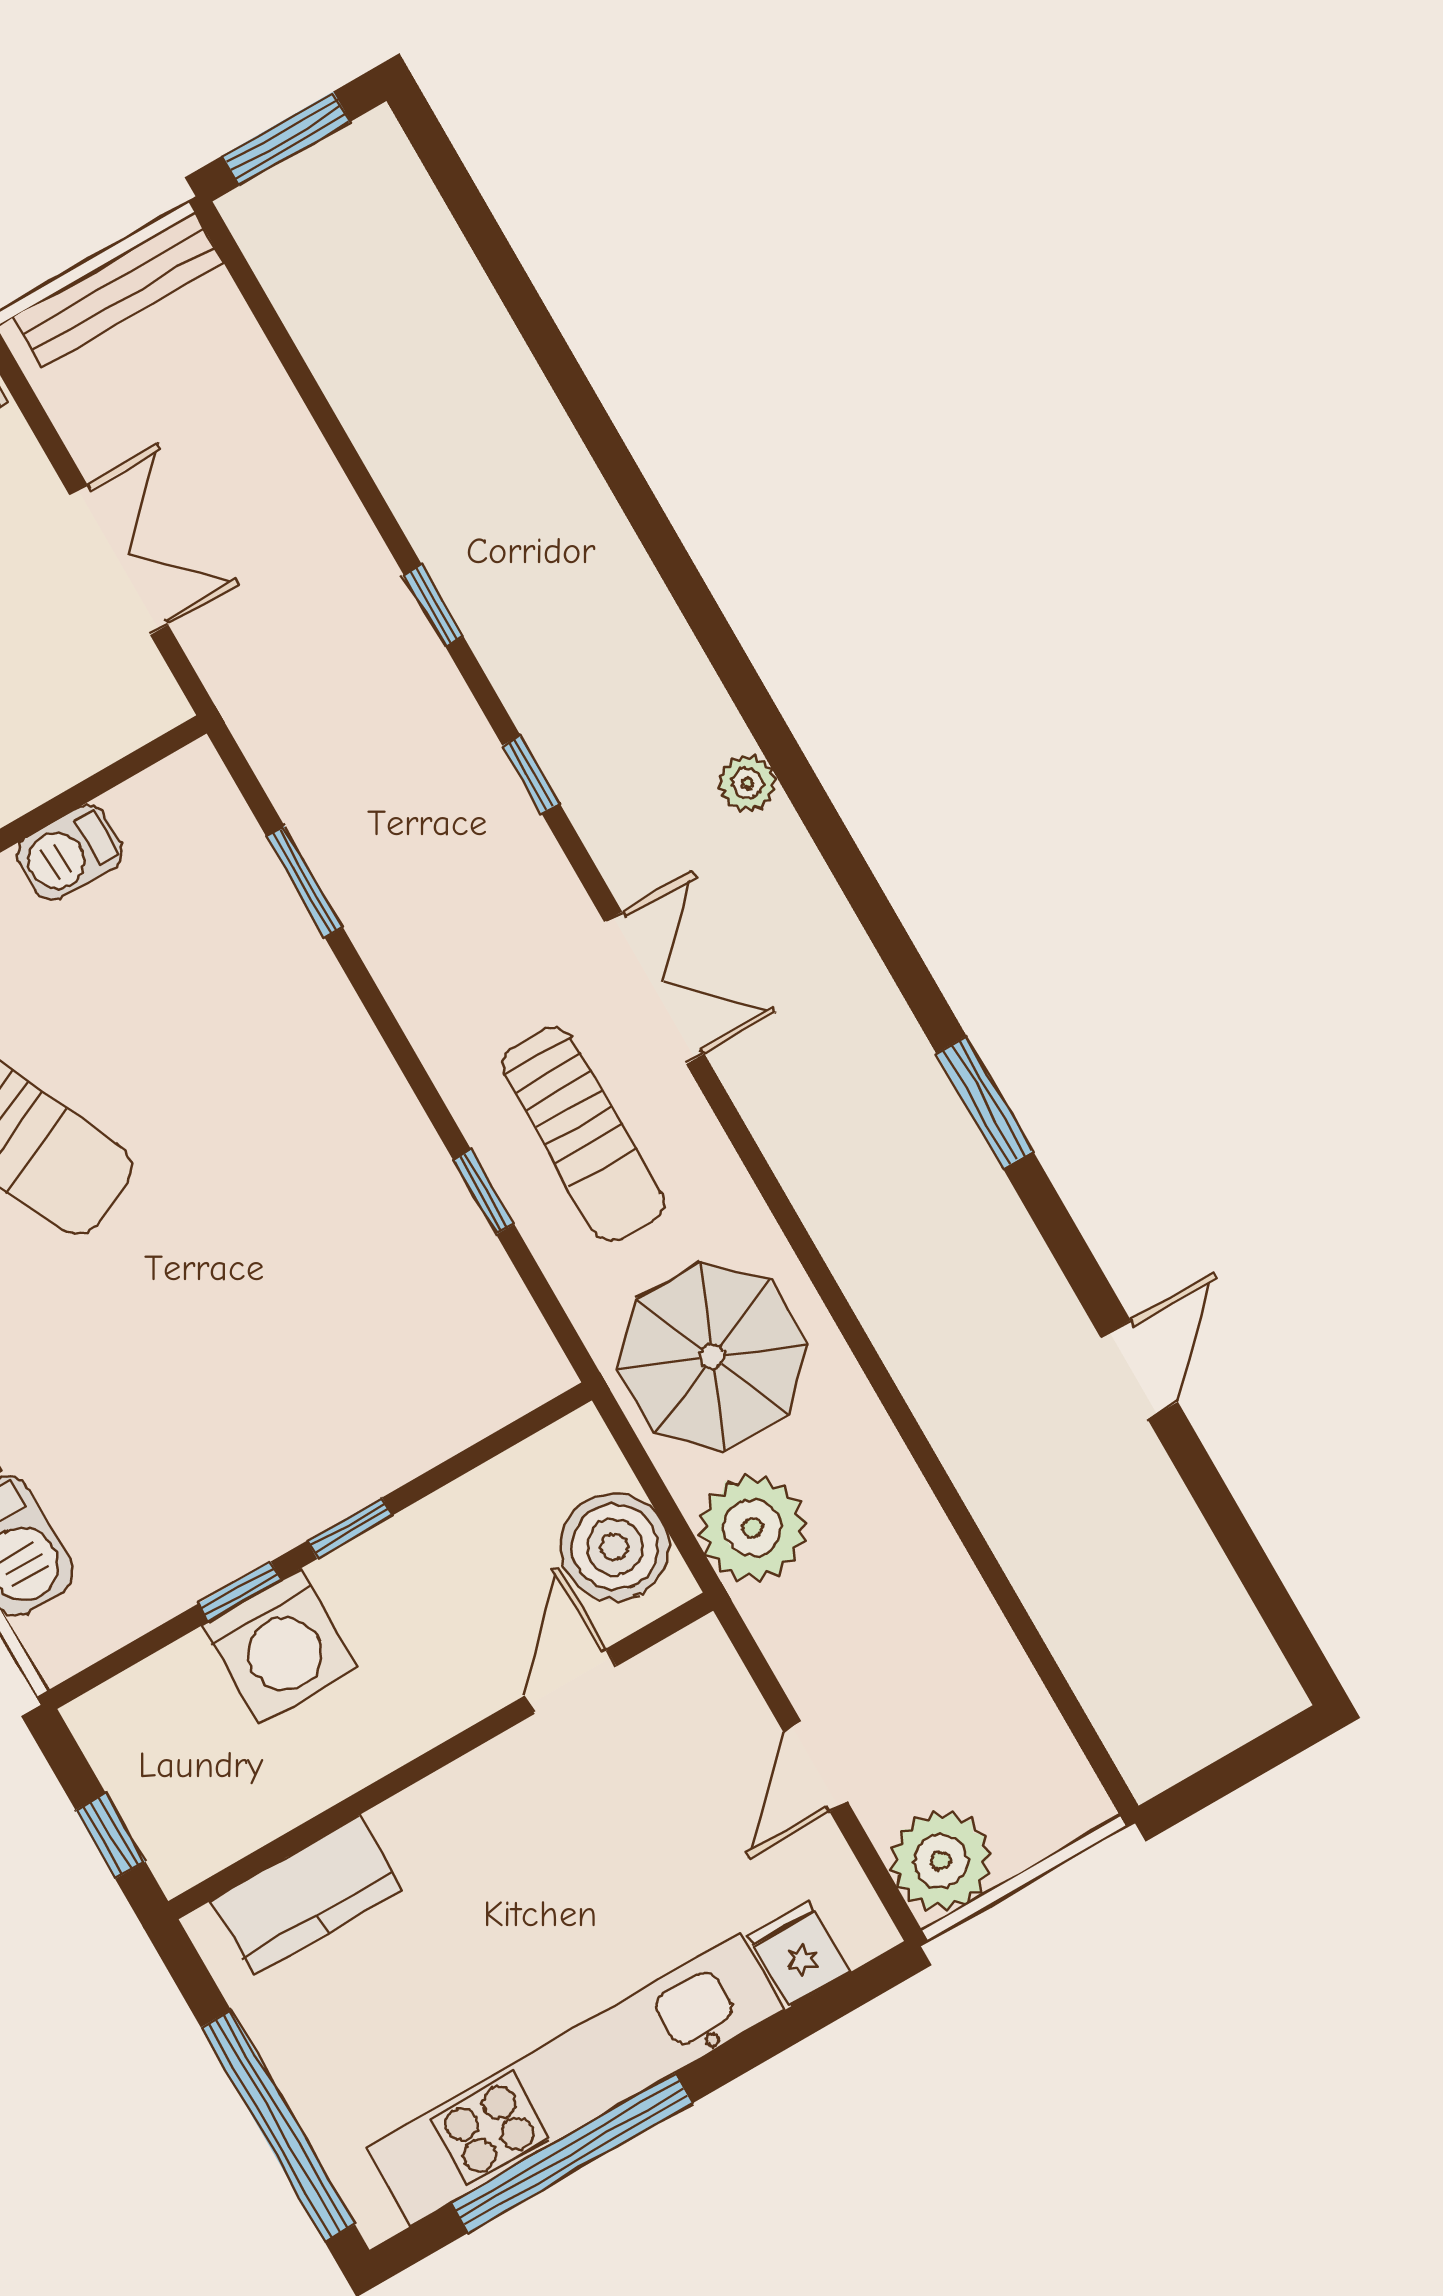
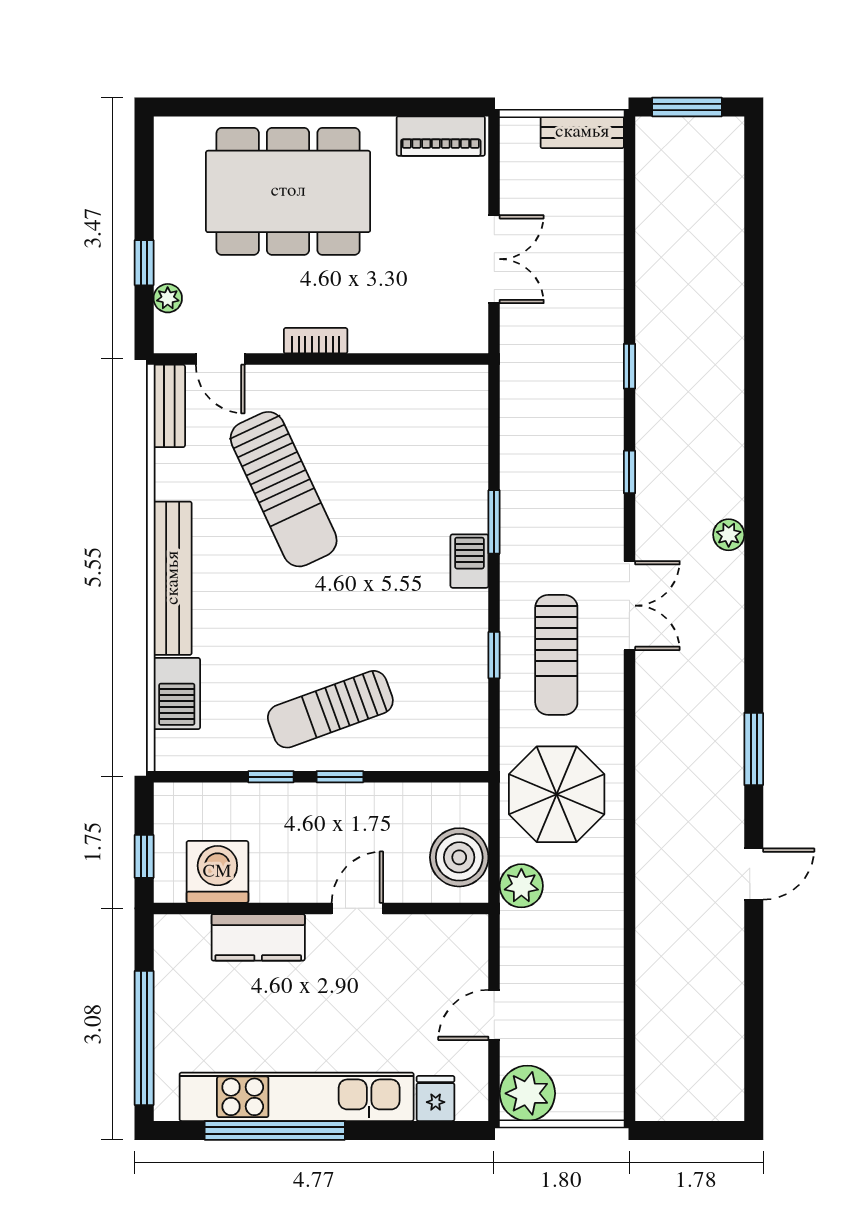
bench: (118, 290) -> (582, 132), width x0.73
barbecue: (70, 853) -> (469, 561), moved, turned 90
window: (305, 882) -> (494, 522), moved
door: (1139, 1370) -> (754, 874), moved
sun lounger: (272, 1429) -> (330, 709), added
plant: (752, 1528) -> (521, 886), width x0.73, depth x0.73
washing machine: (280, 1646) -> (217, 872), moved, turned 180
door: (570, 1681) -> (357, 908), moved
kitchen counter: (306, 1895) -> (258, 937), moved

